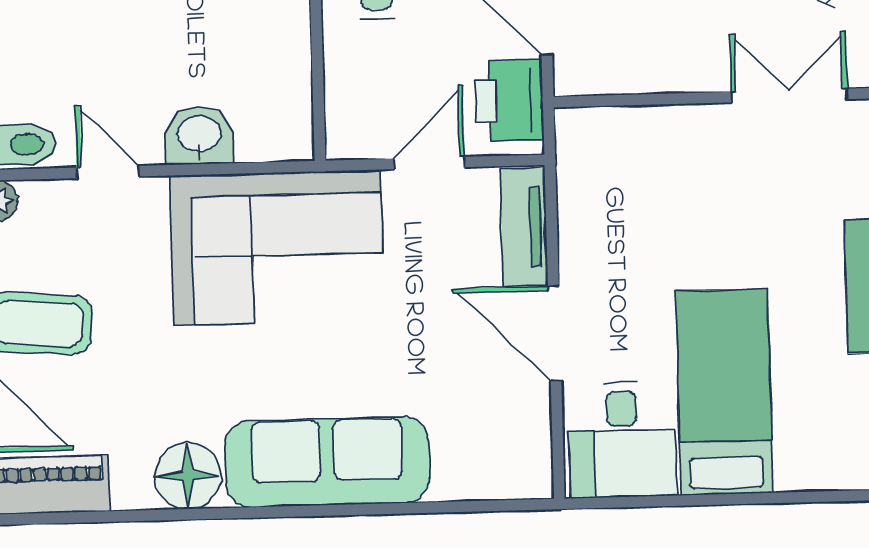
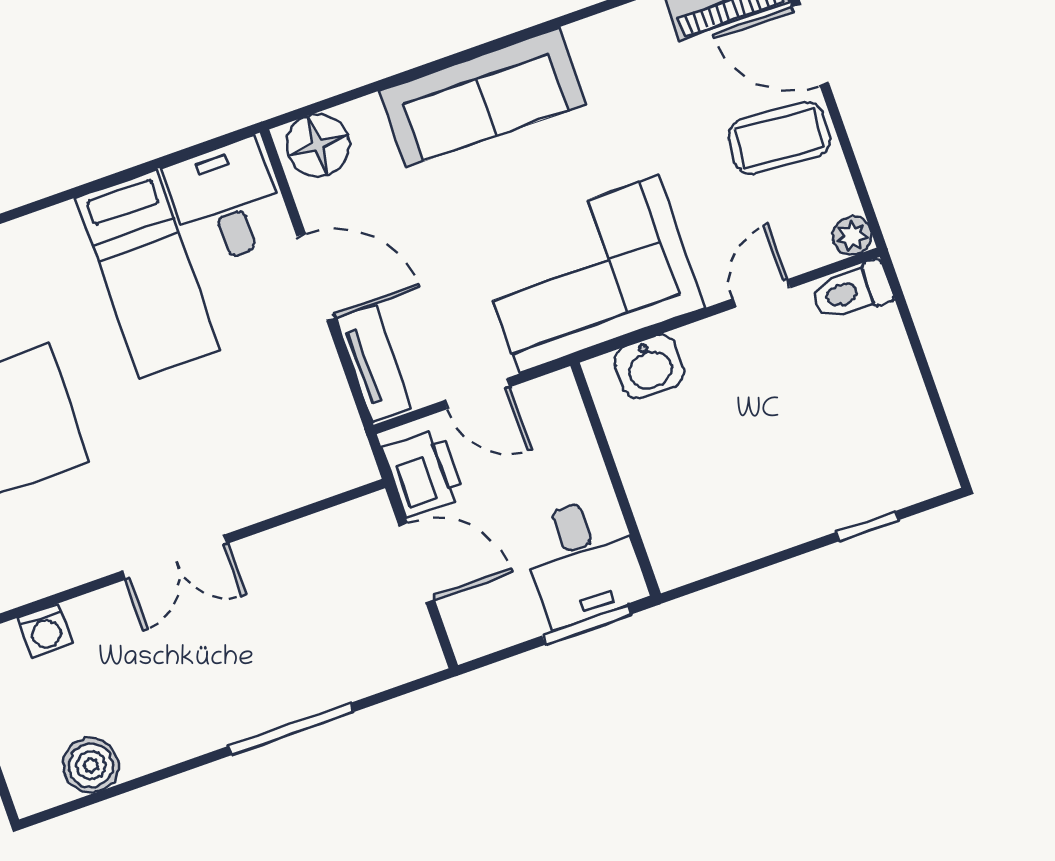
washbasin: (199, 135) -> (649, 367), moved
door: (429, 163) -> (477, 394), hinge flipped
door: (108, 172) -> (761, 293), swing flipped
floor lamp: (188, 476) -> (318, 145), moved

